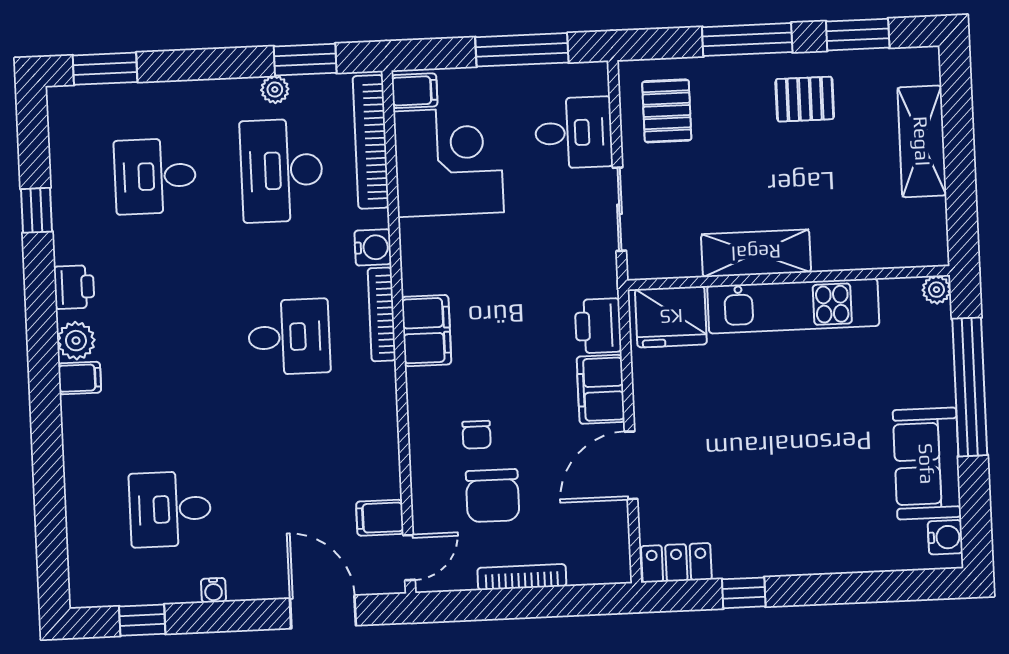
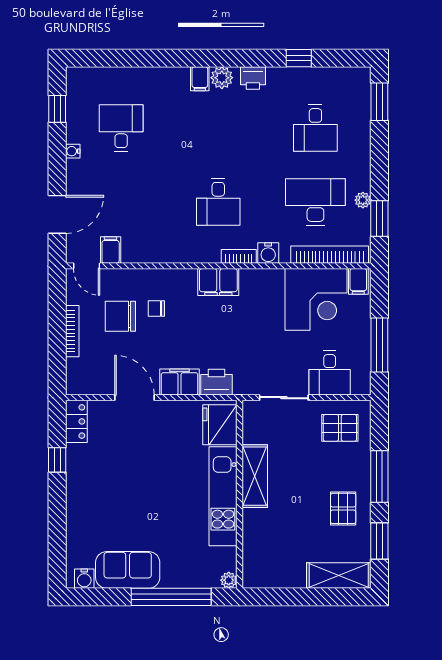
shelving: (922, 141) -> (339, 576), moved
desk: (155, 176) -> (315, 128), turned 180
bookcase: (382, 314) -> (239, 256), width x0.64

